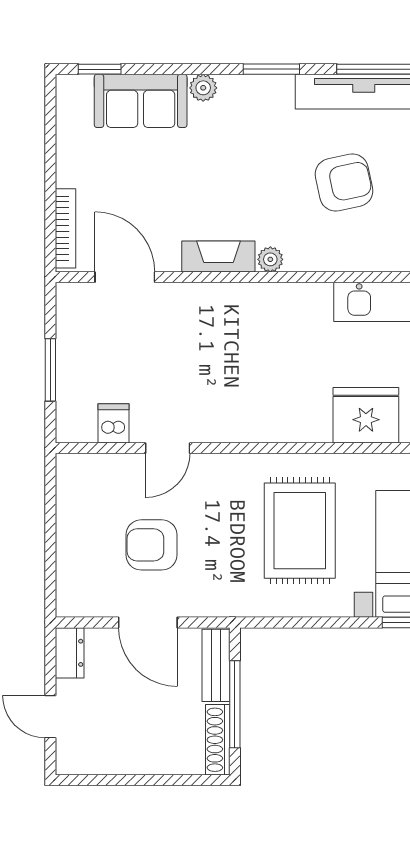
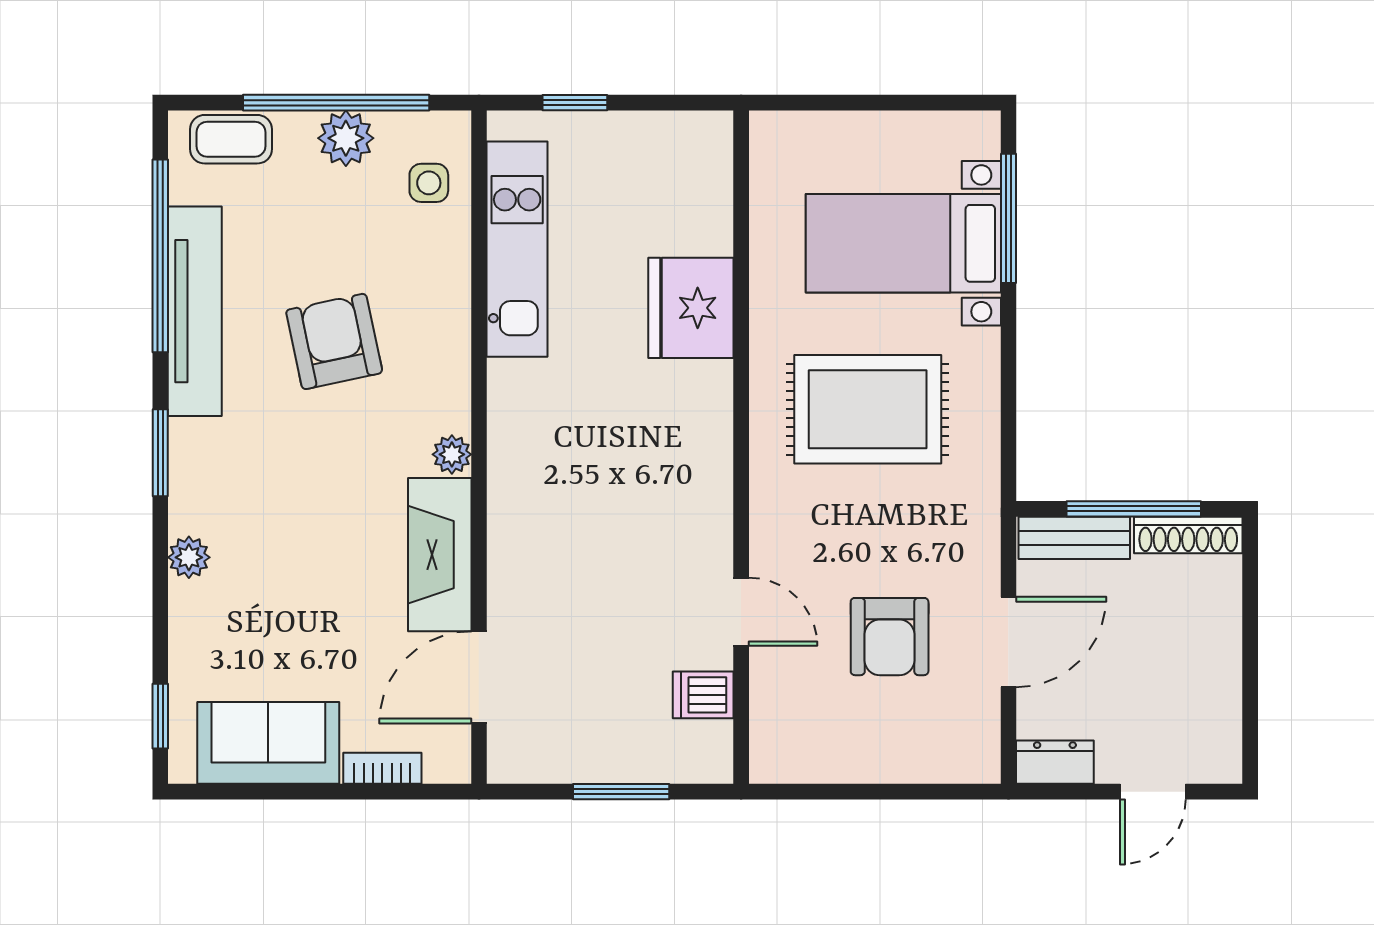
sofa: (141, 101) -> (268, 743), moved, turned -90
bookcase: (66, 228) -> (382, 768), width x0.64
fireplace: (218, 256) -> (440, 555), width x1.37, depth x1.32

